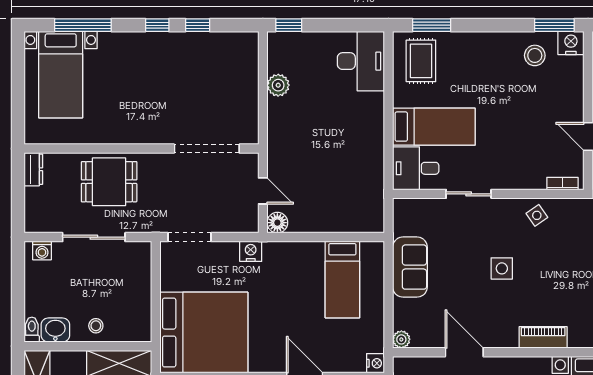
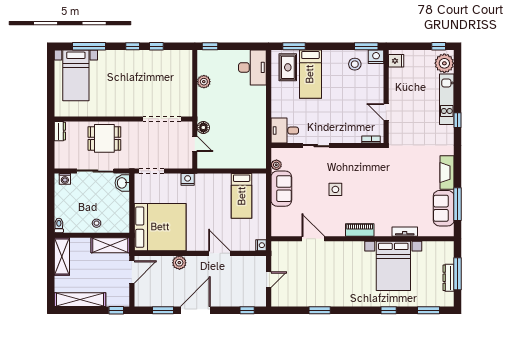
bed: (434, 127) -> (310, 74), moved, turned 90
side table: (537, 215) -> (356, 158), removed
floor lamp: (277, 223) -> (203, 128), moved
washbasin: (55, 330) -> (122, 183), moved, turned -90
plant: (401, 339) -> (276, 165), moved

